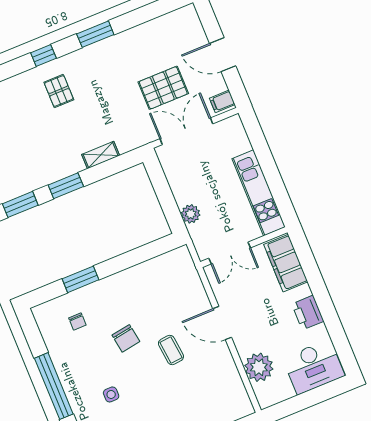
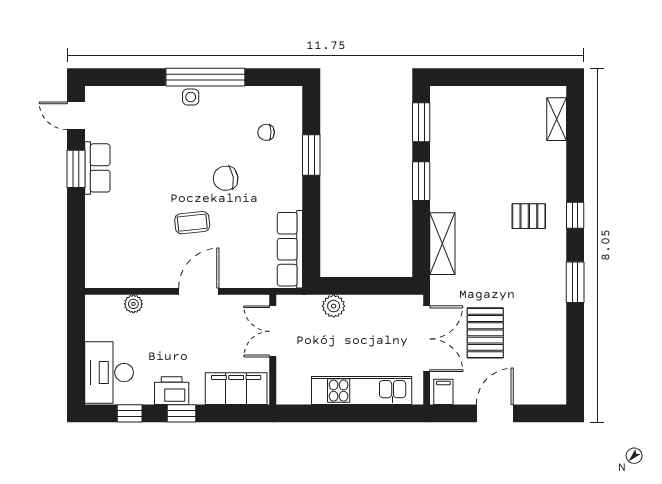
shelving: (101, 155) -> (442, 244), width x1.50, depth x1.33
kitchen unit: (259, 193) -> (362, 391), moved
row of seats: (160, 266) -> (290, 249), added
window: (322, 298) -> (181, 413), added
window: (339, 338) -> (130, 413), added
plant: (259, 367) -> (133, 304), width x0.53, depth x0.53
side table: (111, 394) -> (191, 97), moved

